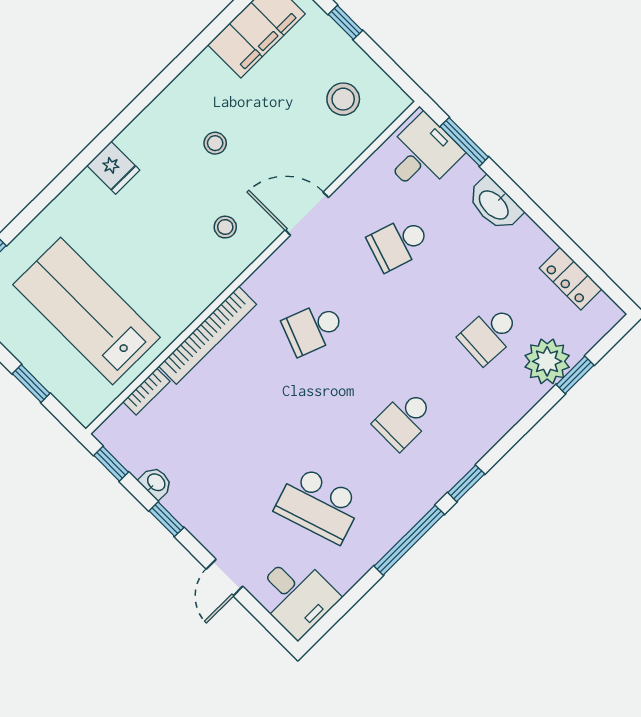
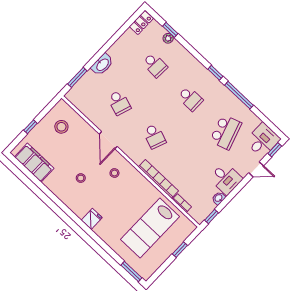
desk: (422, 154) -> (226, 179), moved, turned 180
locker: (571, 279) -> (141, 22), moved
plant: (547, 361) -> (168, 38), width x0.53, depth x0.53
window: (166, 519) -> (275, 150), moved

